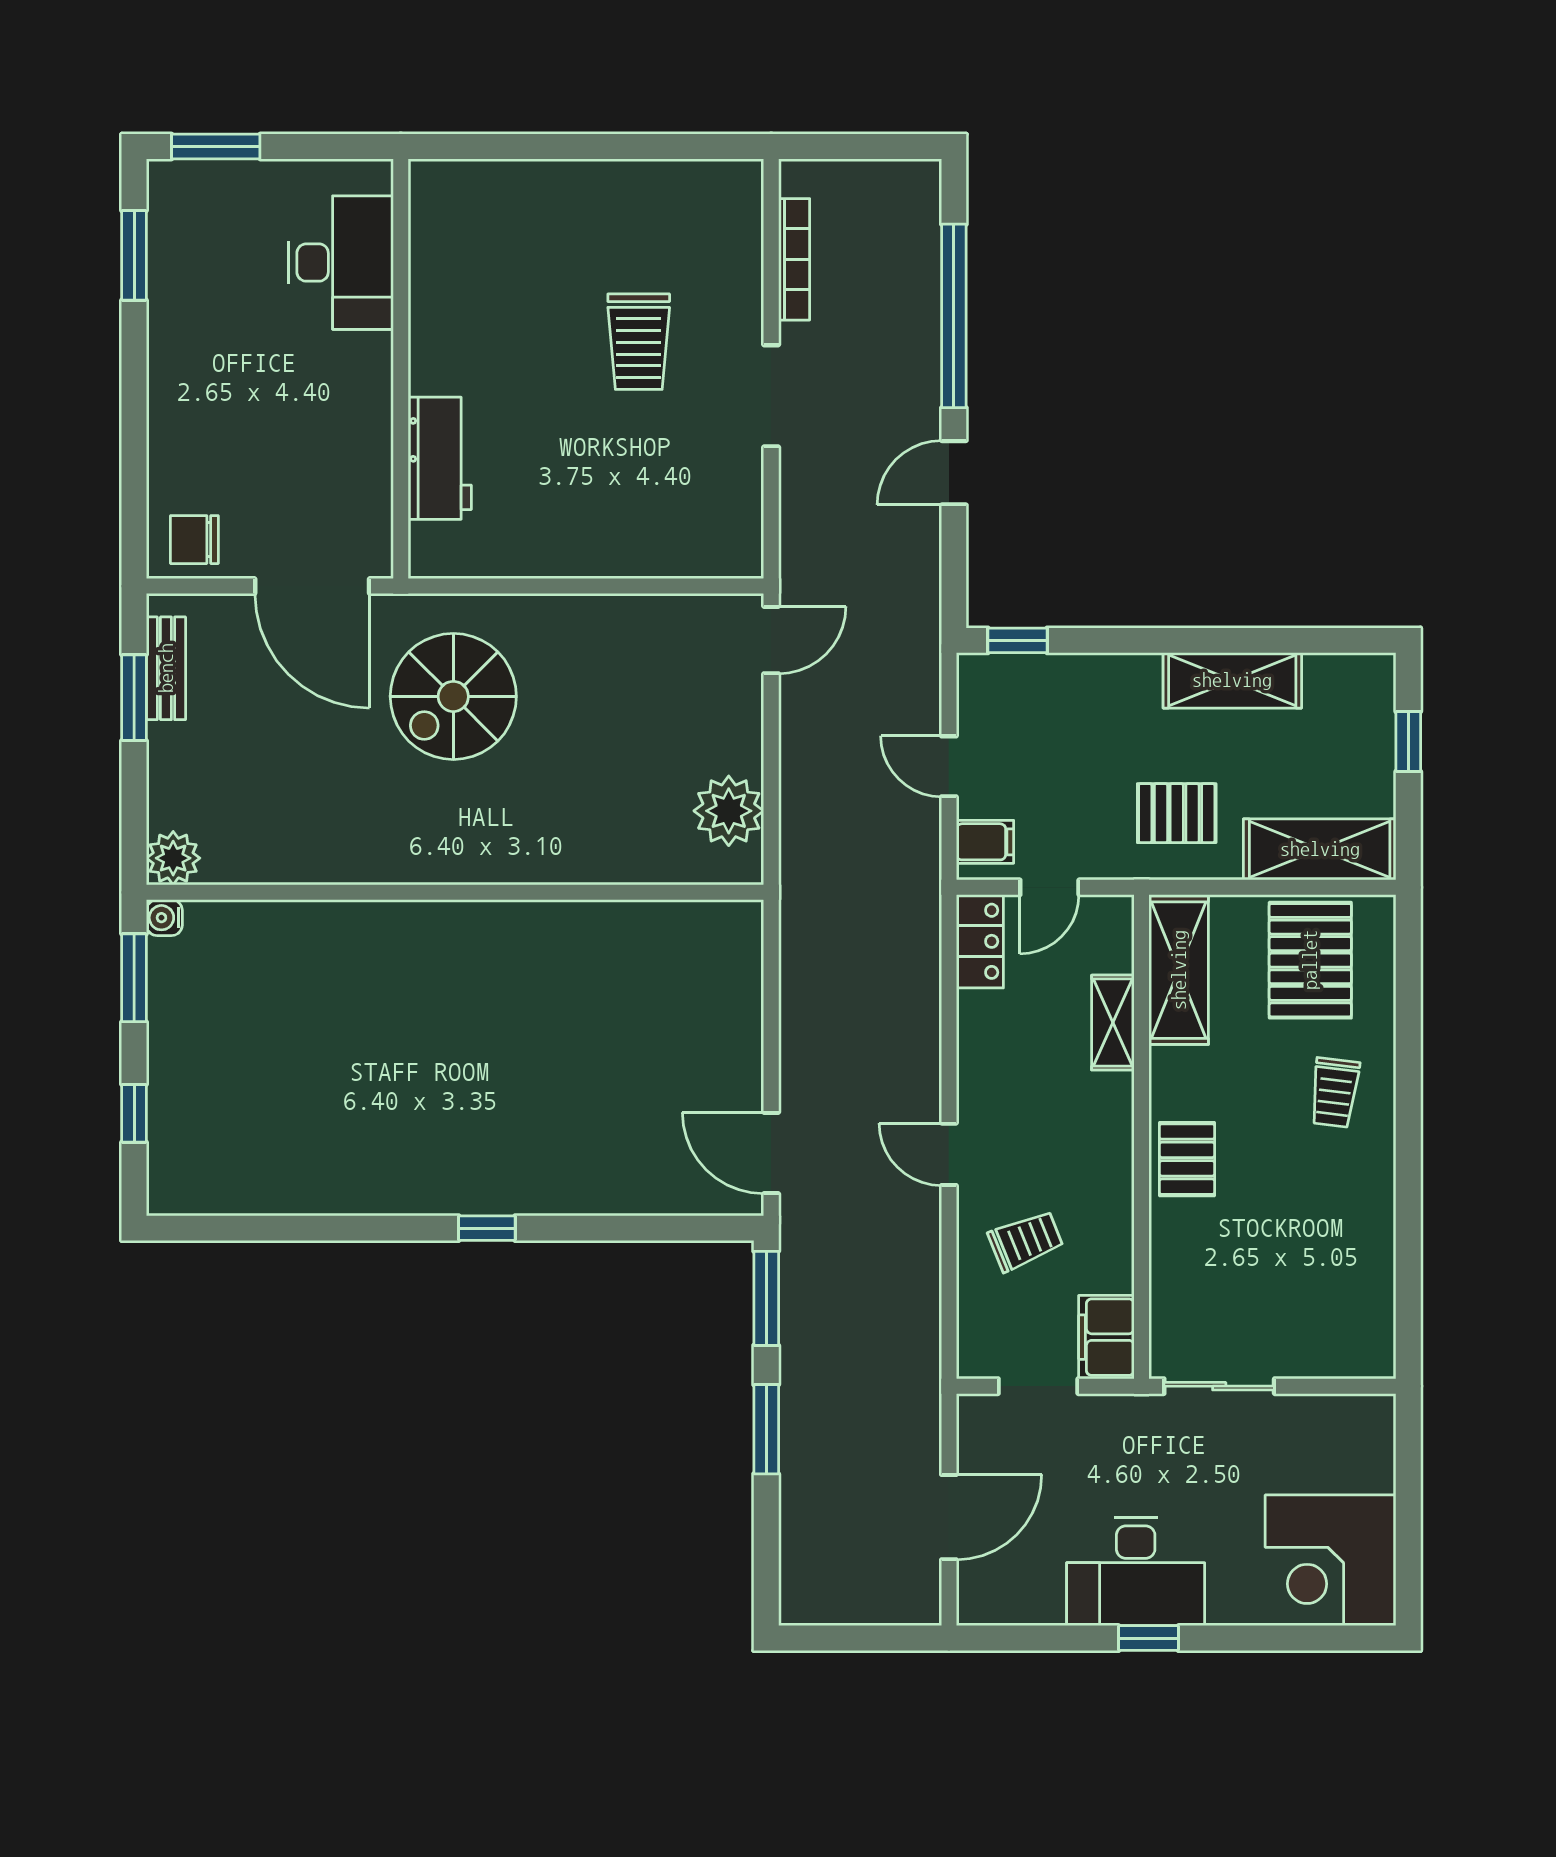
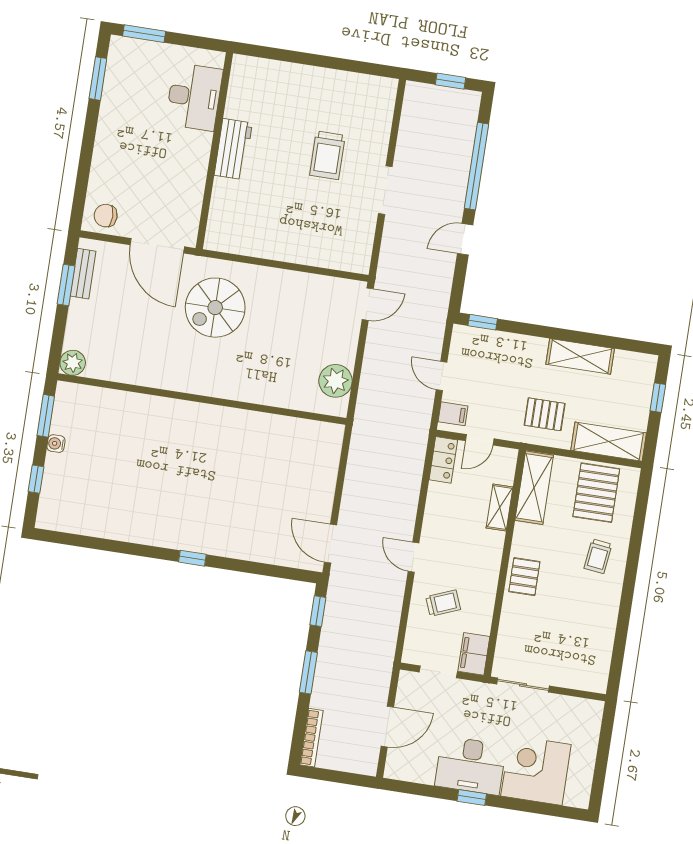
window: (872, 146) -> (451, 81), added
bookcase: (794, 259) -> (312, 738), moved
workbench: (440, 458) -> (233, 149), moved
water cooler: (164, 918) -> (56, 444), moved
window: (766, 1298) -> (318, 611), width x0.67
corner desk: (1331, 1560) -> (536, 770), moved, turned 90

